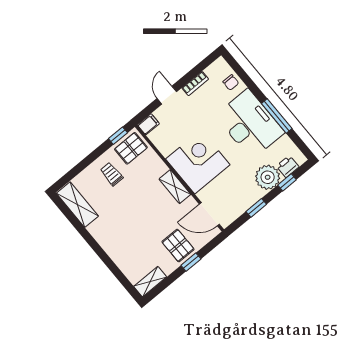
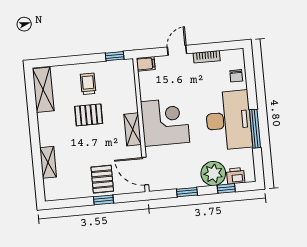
pallet: (131, 148) -> (89, 115), moved
shelving: (150, 282) -> (48, 162), moved, turned 90

